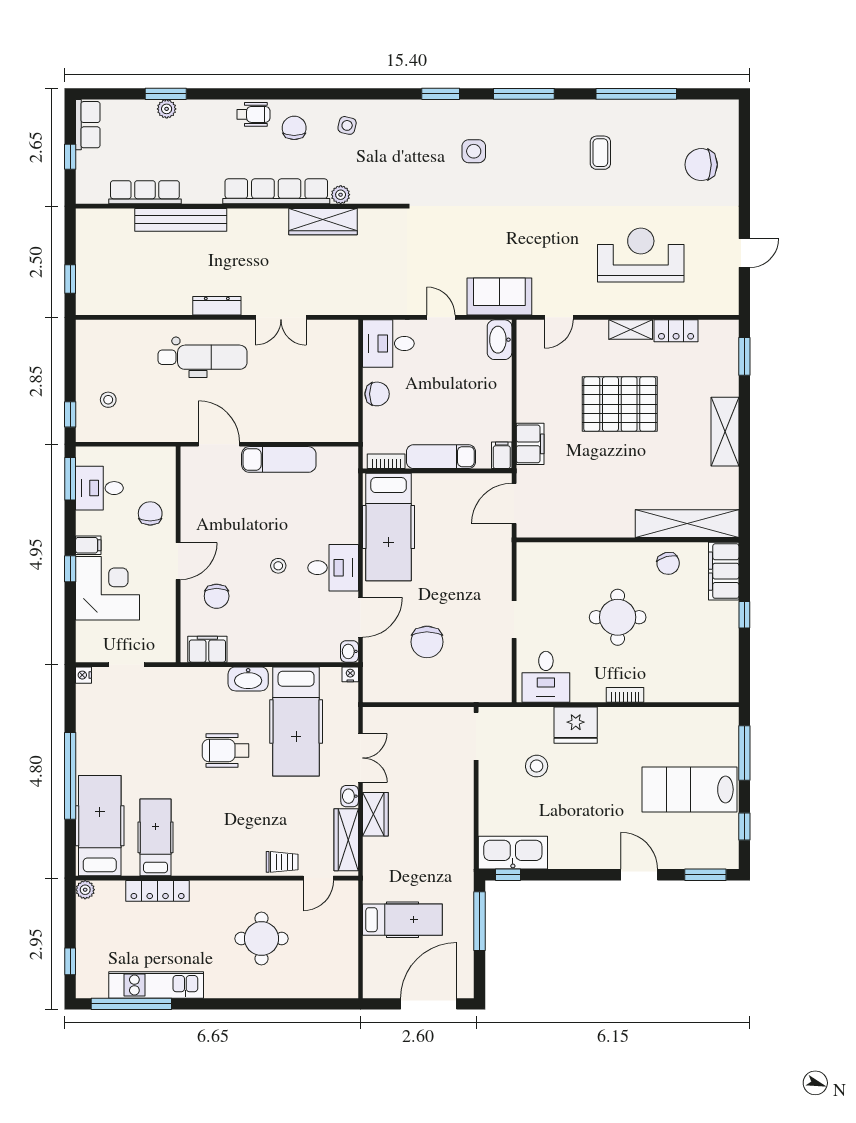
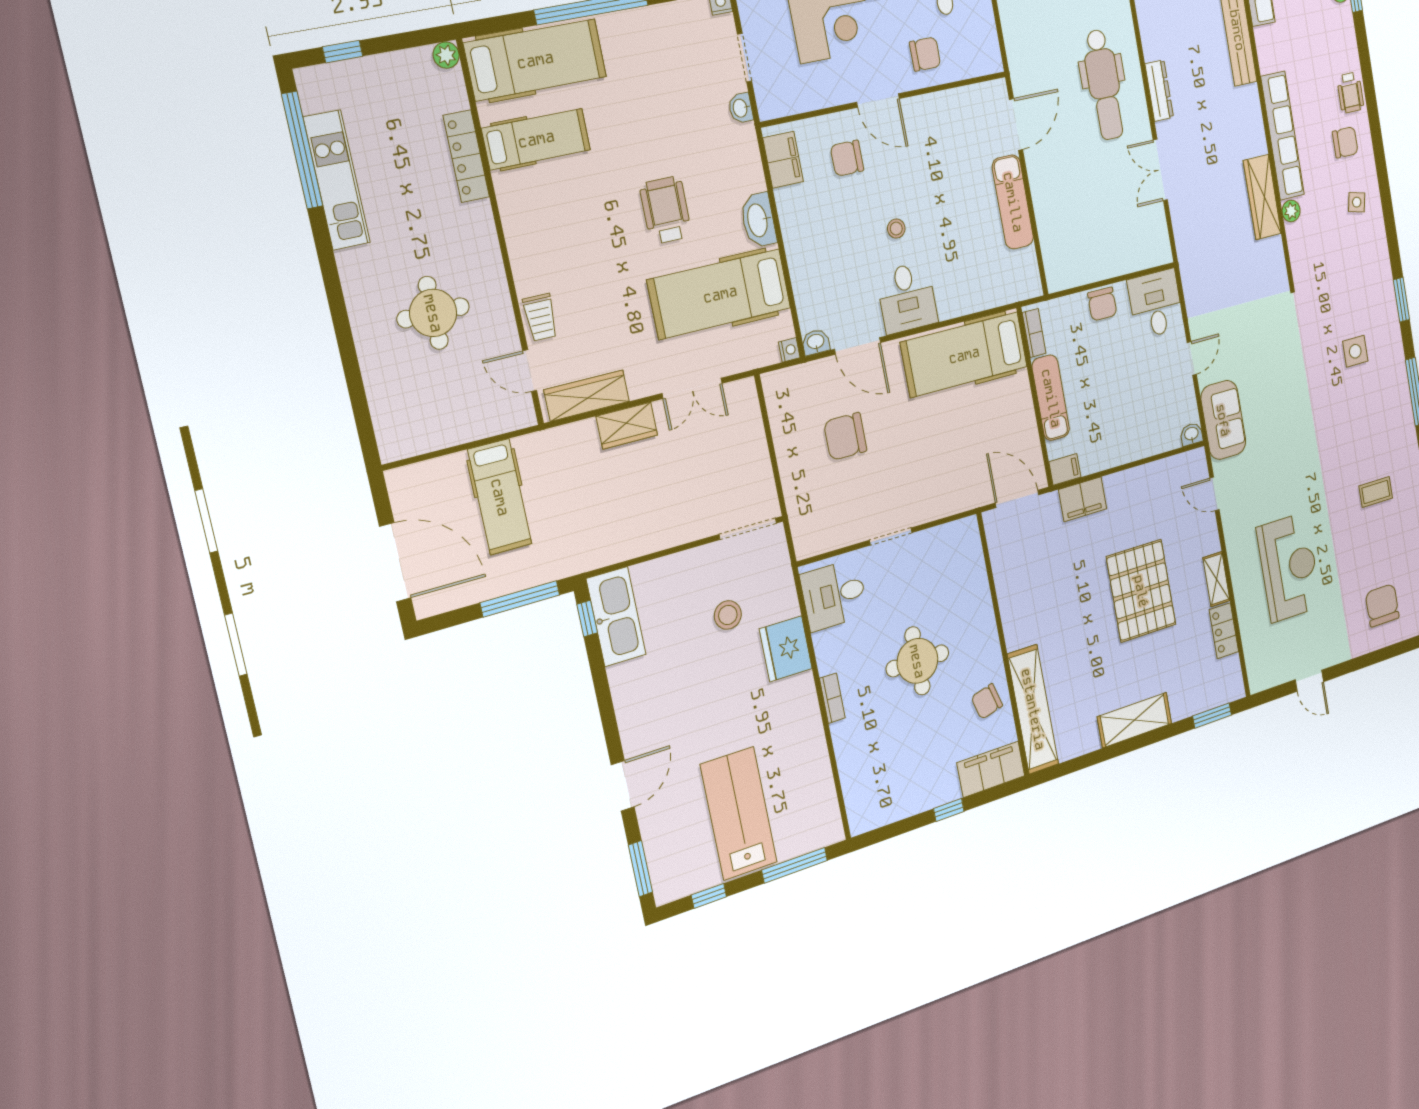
washbasin: (500, 340) -> (1191, 434), width x0.52, depth x0.69
washbasin: (350, 796) -> (741, 108), moved, turned -90

